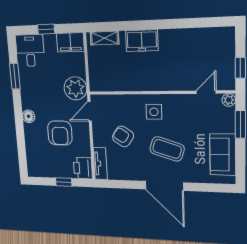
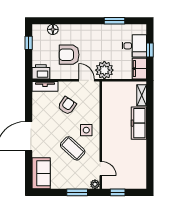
freezer: (142, 41) -> (139, 123), width x1.40
desk: (30, 50) -> (134, 46), moved
floor lamp: (29, 116) -> (53, 29), moved
coffee table: (167, 149) -> (73, 148), moved, turned -66
sofa: (223, 155) -> (41, 173), moved, turned 90
window: (64, 182) -> (29, 43), moved

